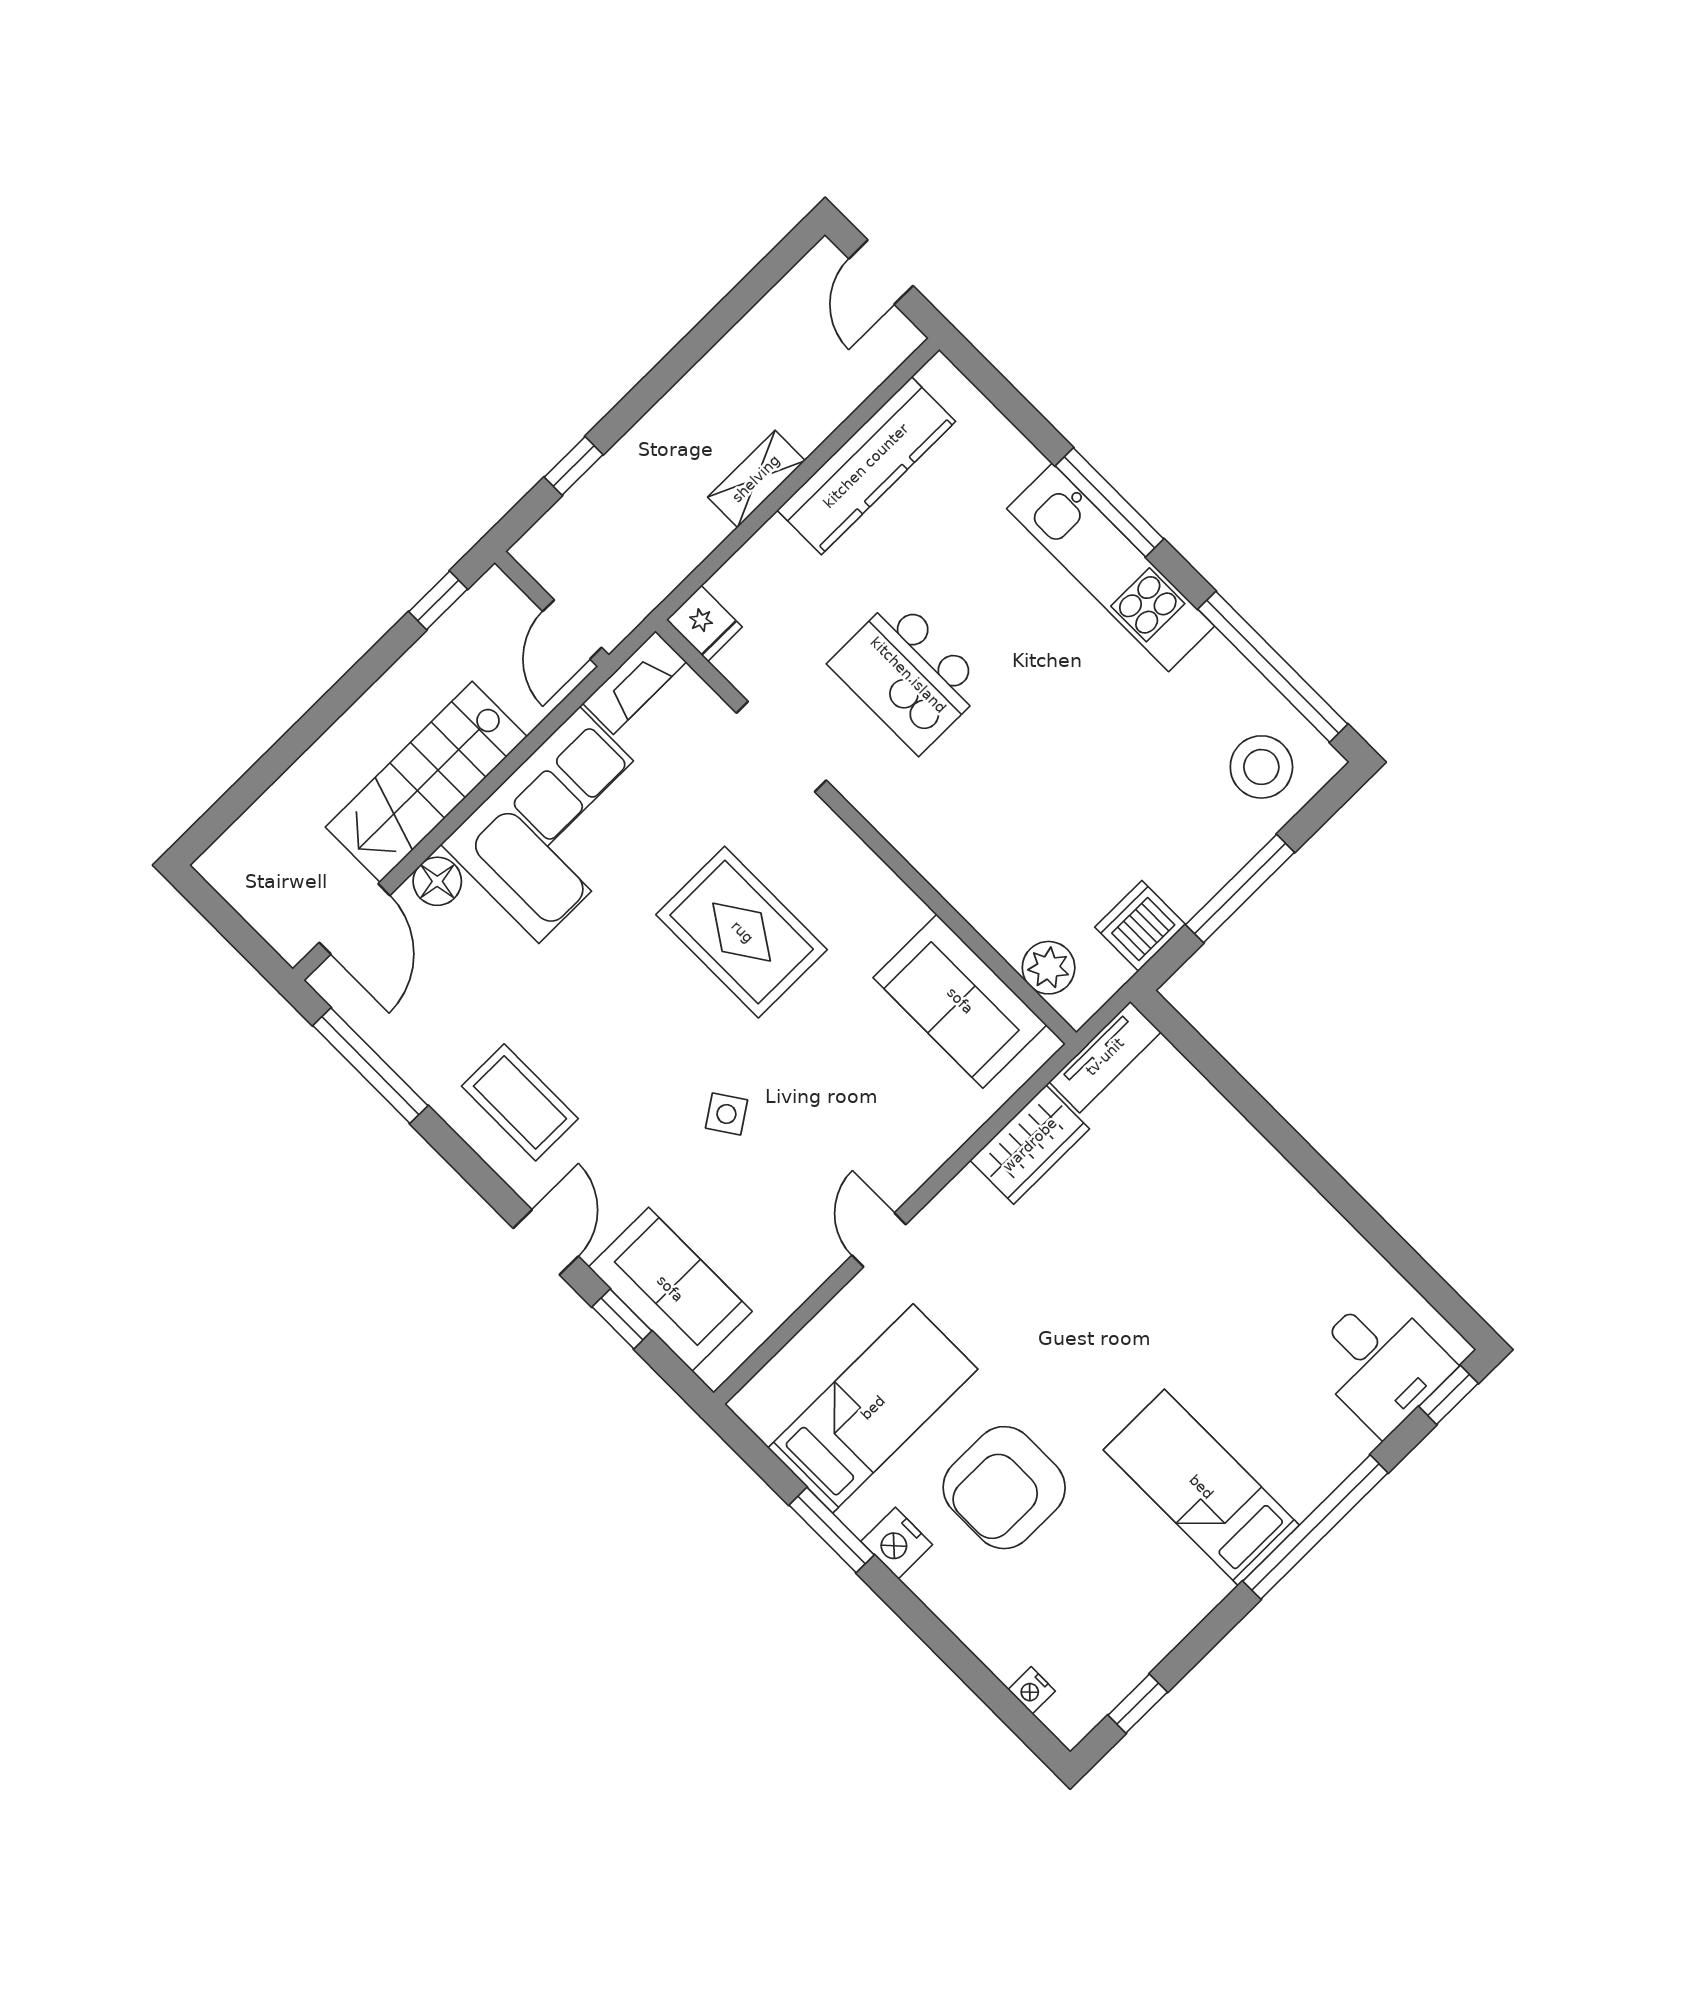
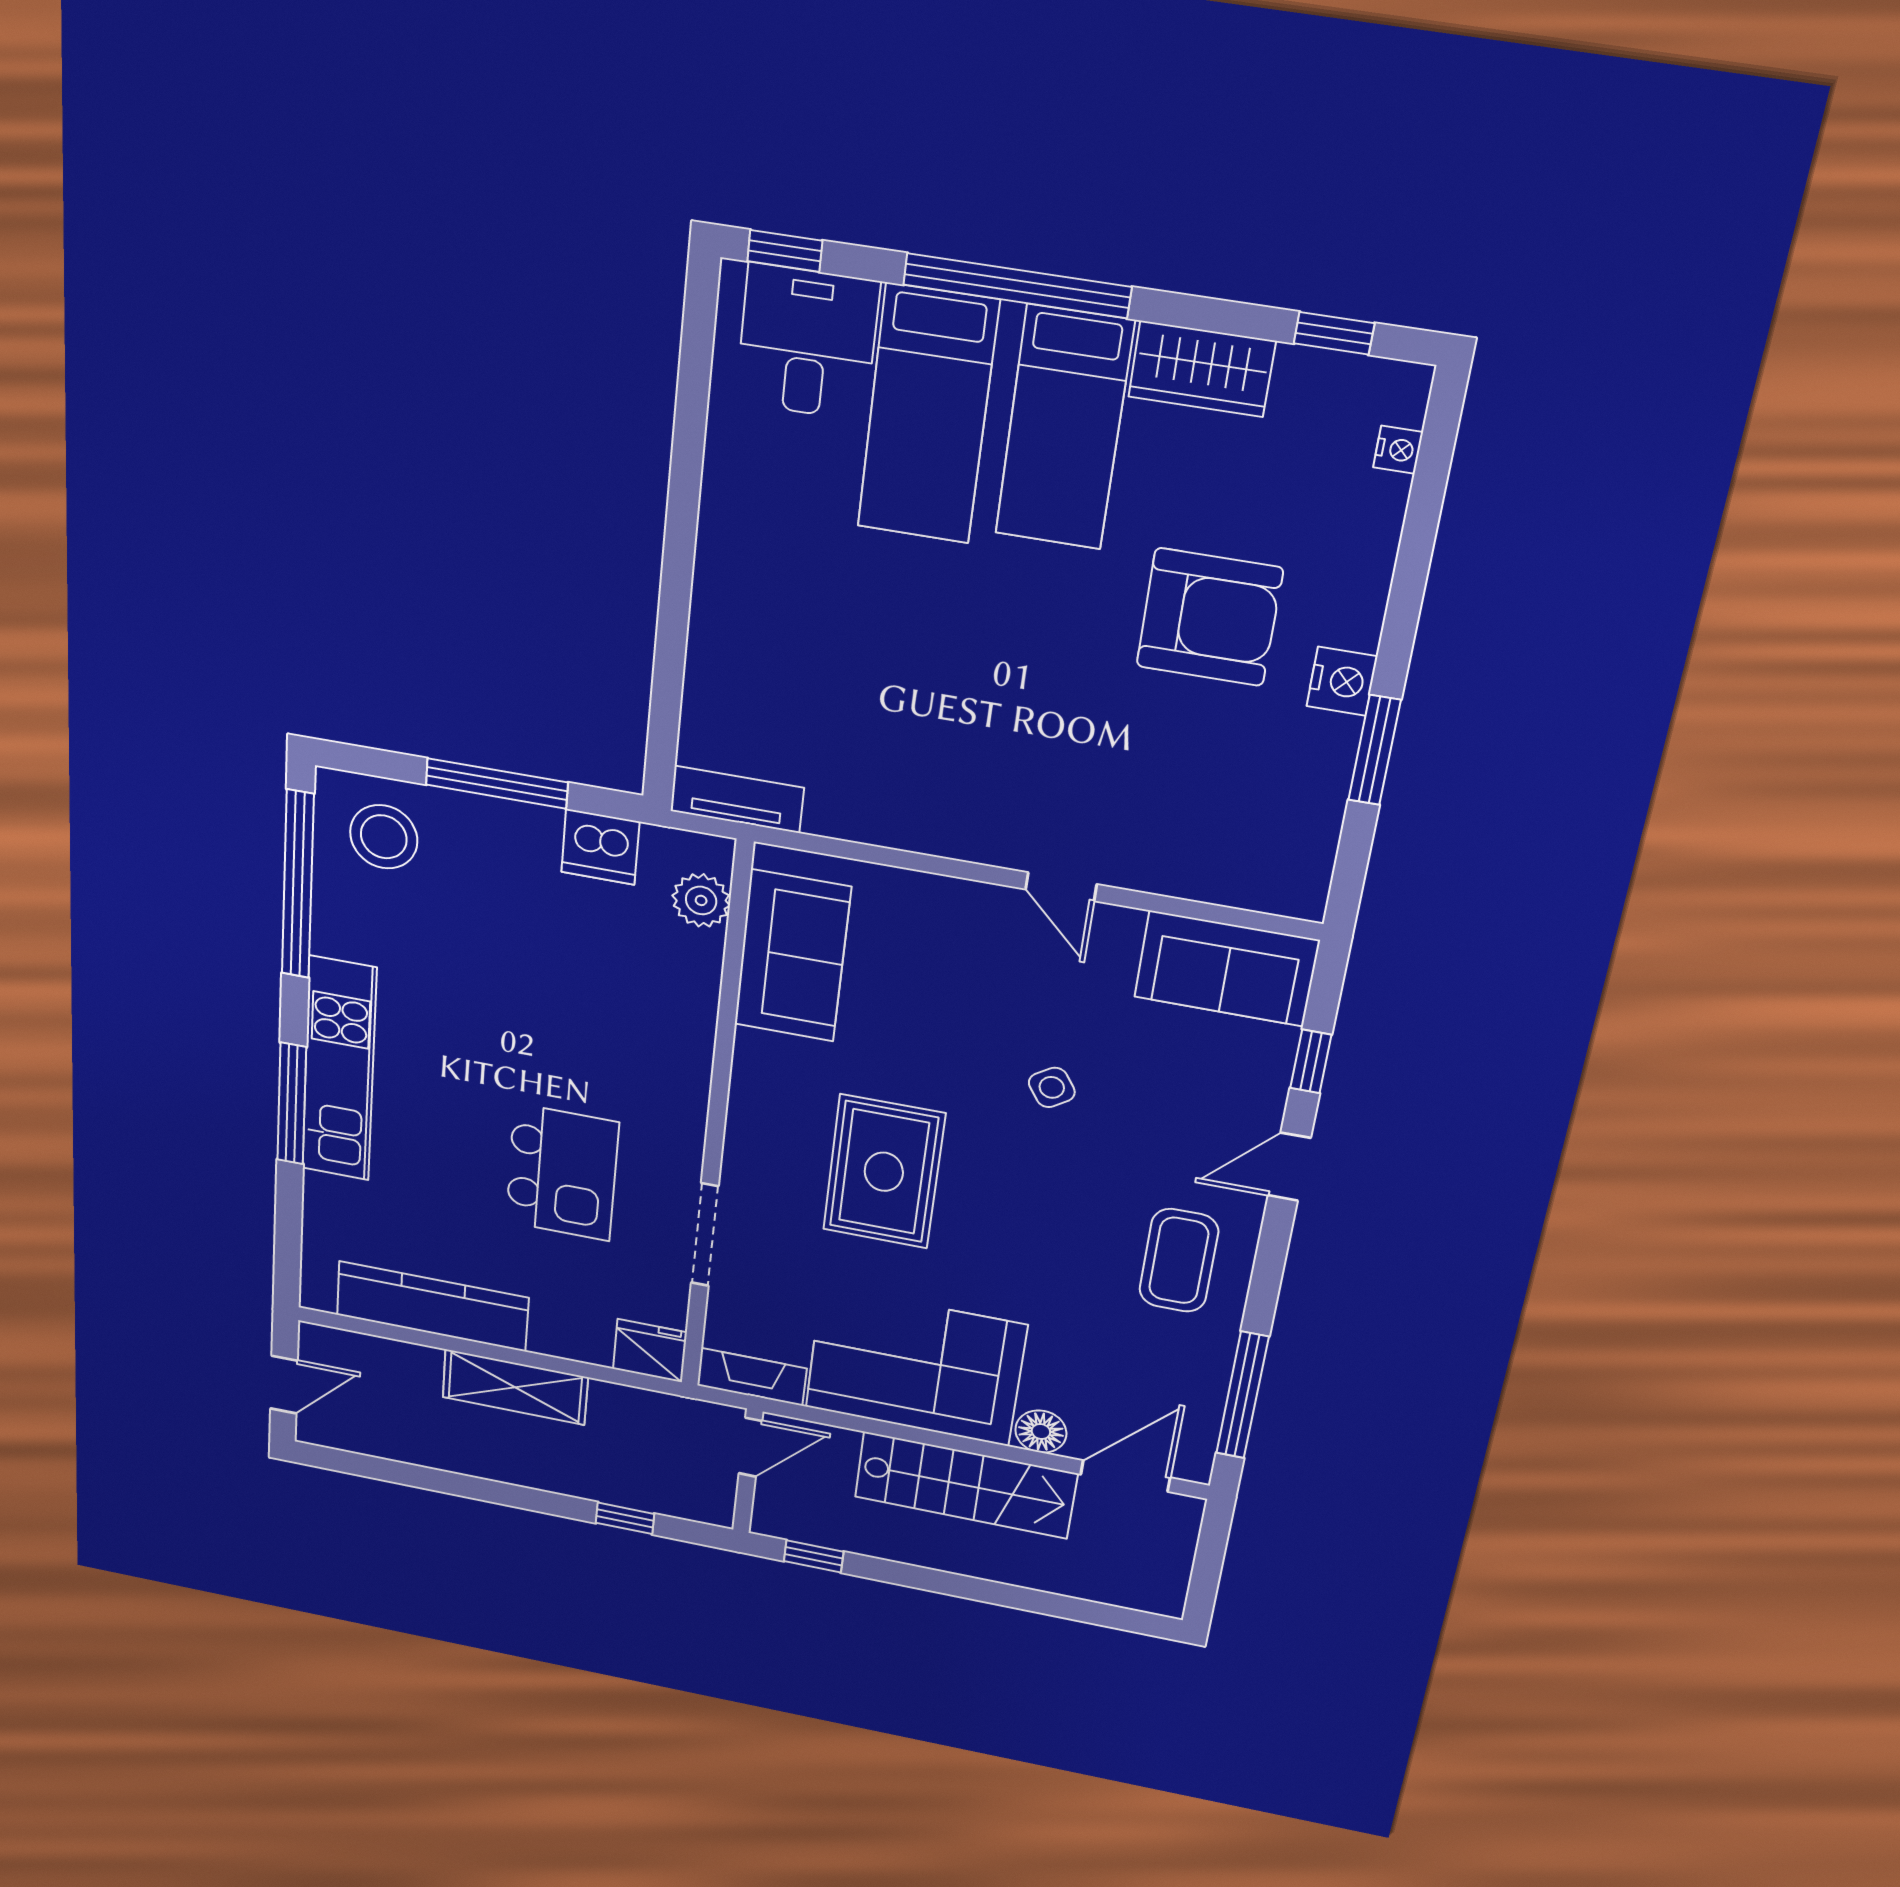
shelving: (756, 479) -> (515, 1387), width x1.50, depth x1.33
fridge: (704, 623) -> (650, 1351), width x1.38
wardrobe: (1030, 1145) -> (1202, 369), moved, turned 180
door: (879, 1240) -> (1061, 887), hinge flipped
sofa: (670, 1289) -> (1227, 969), moved, turned -90
bed: (873, 1408) -> (928, 415), moved, turned -90

